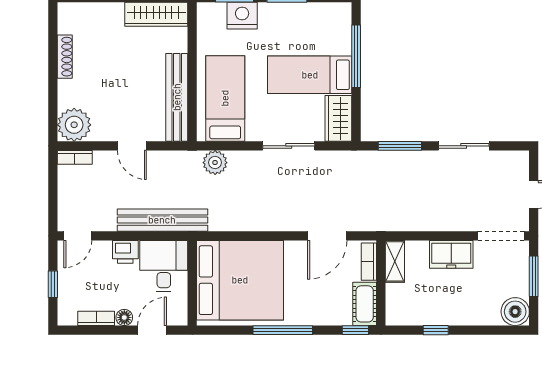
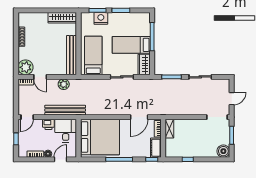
door: (132, 146) -> (40, 77), moved
plant: (215, 163) -> (64, 84), moved
freezer: (451, 254) -> (195, 125), removed

